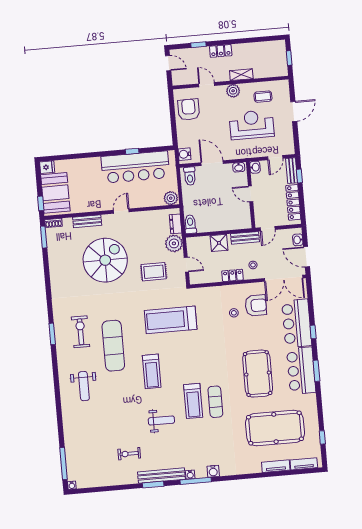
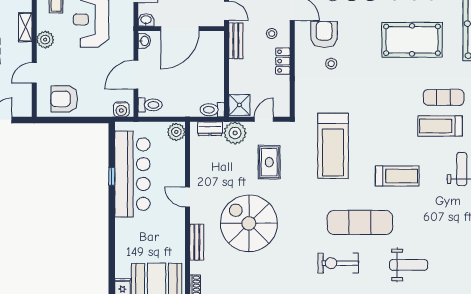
door: (251, 194) -> (180, 29), width x1.88
shower: (219, 243) -> (239, 105), moved
treadmill: (193, 401) -> (440, 126), turned 180

